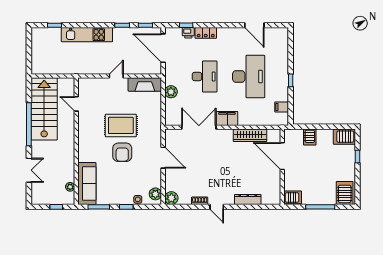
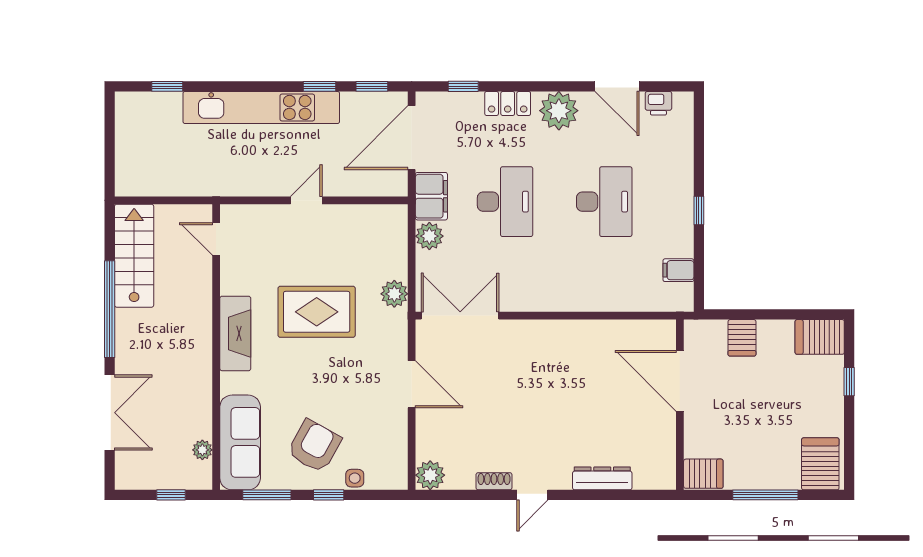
printer: (188, 33) -> (658, 103), moved
kitchen unit: (87, 35) -> (261, 107), width x1.36
plant: (228, 36) -> (559, 111), added
door: (163, 48) -> (412, 138), hinge flipped
desk: (249, 77) -> (604, 202), width x0.73, depth x0.77
fireplace: (145, 84) -> (235, 333), moved, turned -90
door: (76, 104) -> (216, 239), moved
stairs: (44, 109) -> (134, 256), width x0.73, depth x0.66
filing cabinet: (227, 118) -> (431, 196), moved, turned 90
double door: (199, 127) -> (460, 316), moved
wardrobe: (250, 135) -> (607, 334), removed
armchair: (122, 152) -> (314, 446), moved, turned -151
double door: (29, 170) -> (110, 413), width x1.37
plant: (155, 194) -> (394, 294), moved
door: (217, 207) -> (532, 495), hinge flipped

